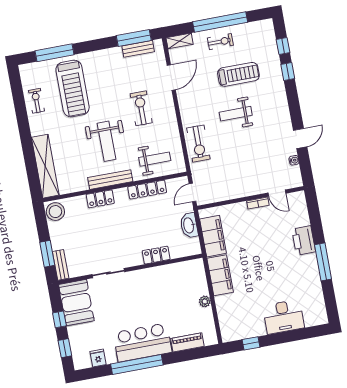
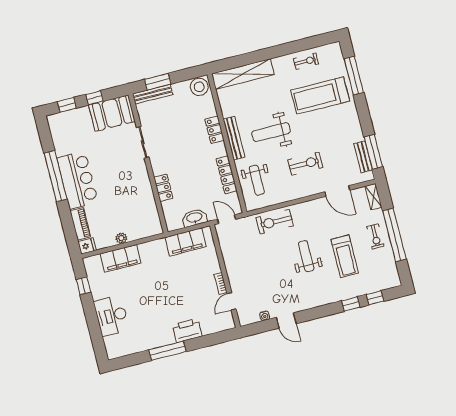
bench: (61, 265) -> (153, 94), width x1.36
filing cabinet: (220, 275) -> (121, 258), moved
fridge: (98, 358) -> (87, 246), moved

